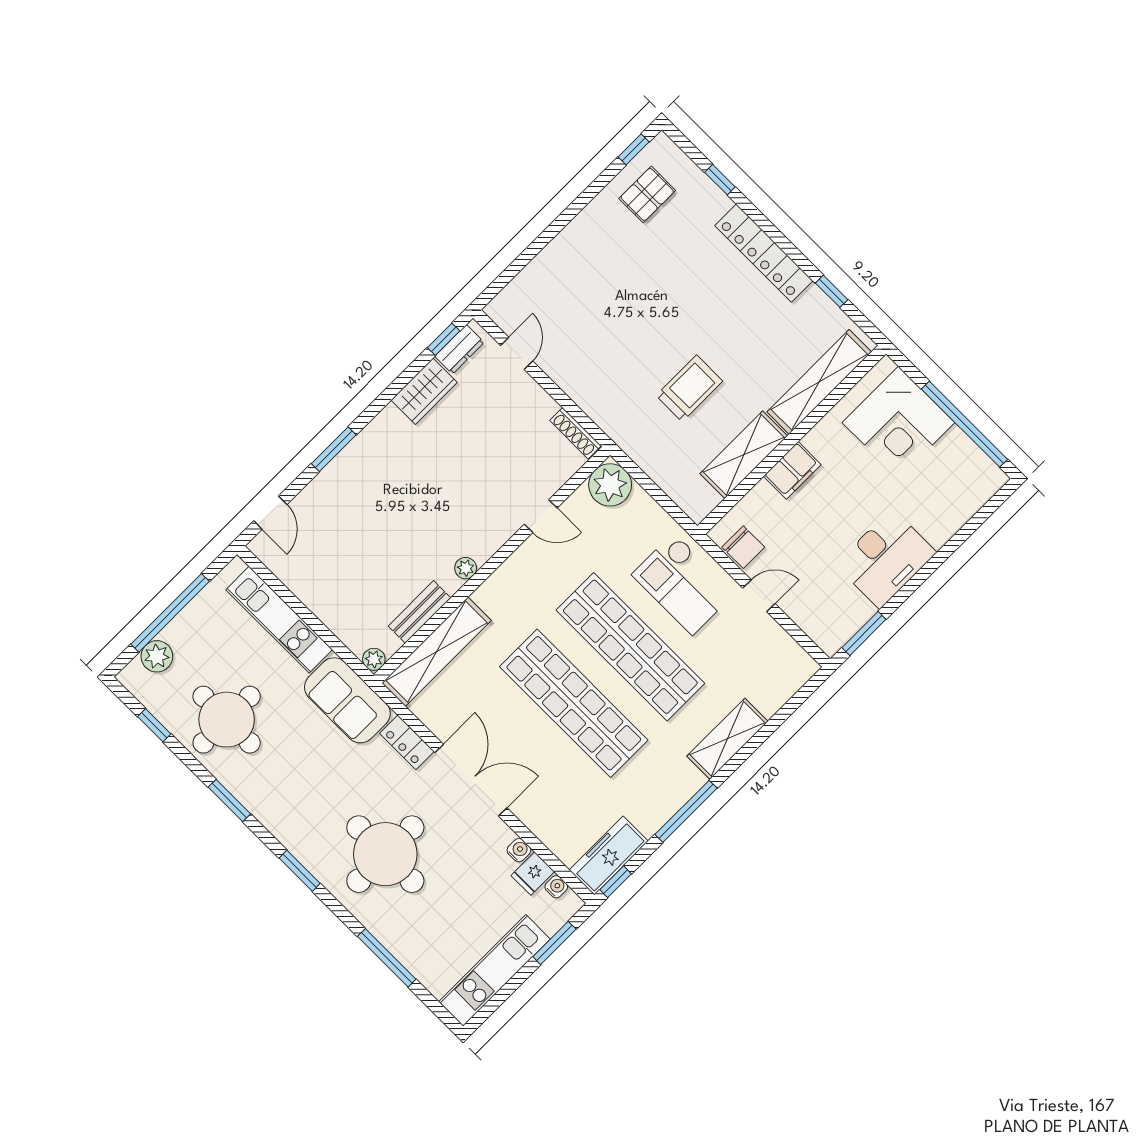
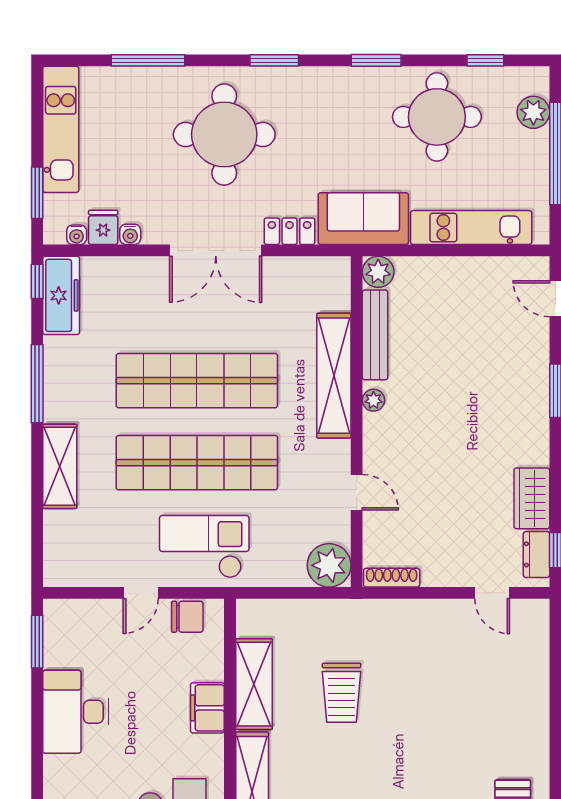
door: (541, 516) -> (357, 492), swing flipped
chair: (743, 547) -> (187, 617), turned 180
bench: (419, 612) -> (375, 335), width x1.36
shelving: (437, 652) -> (334, 376), moved
plant: (374, 659) -> (378, 272), width x1.38, depth x1.38

